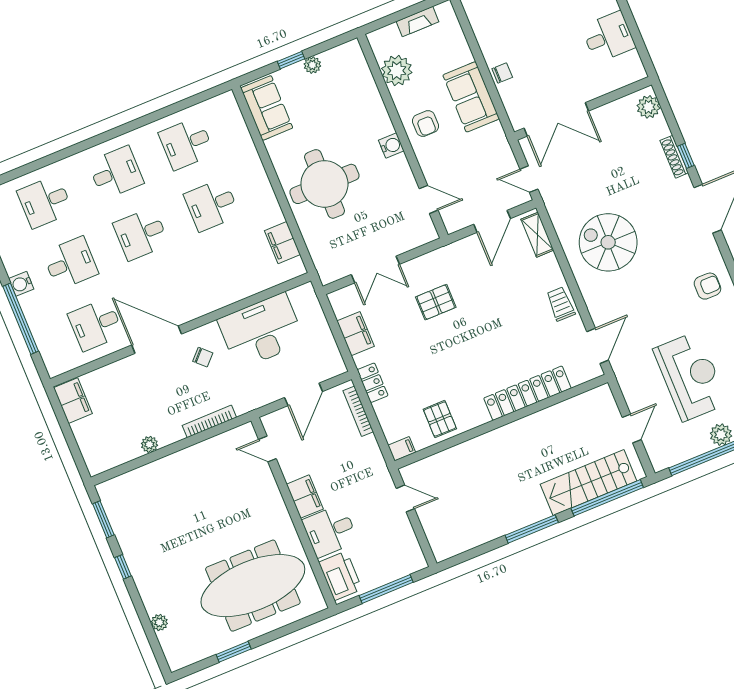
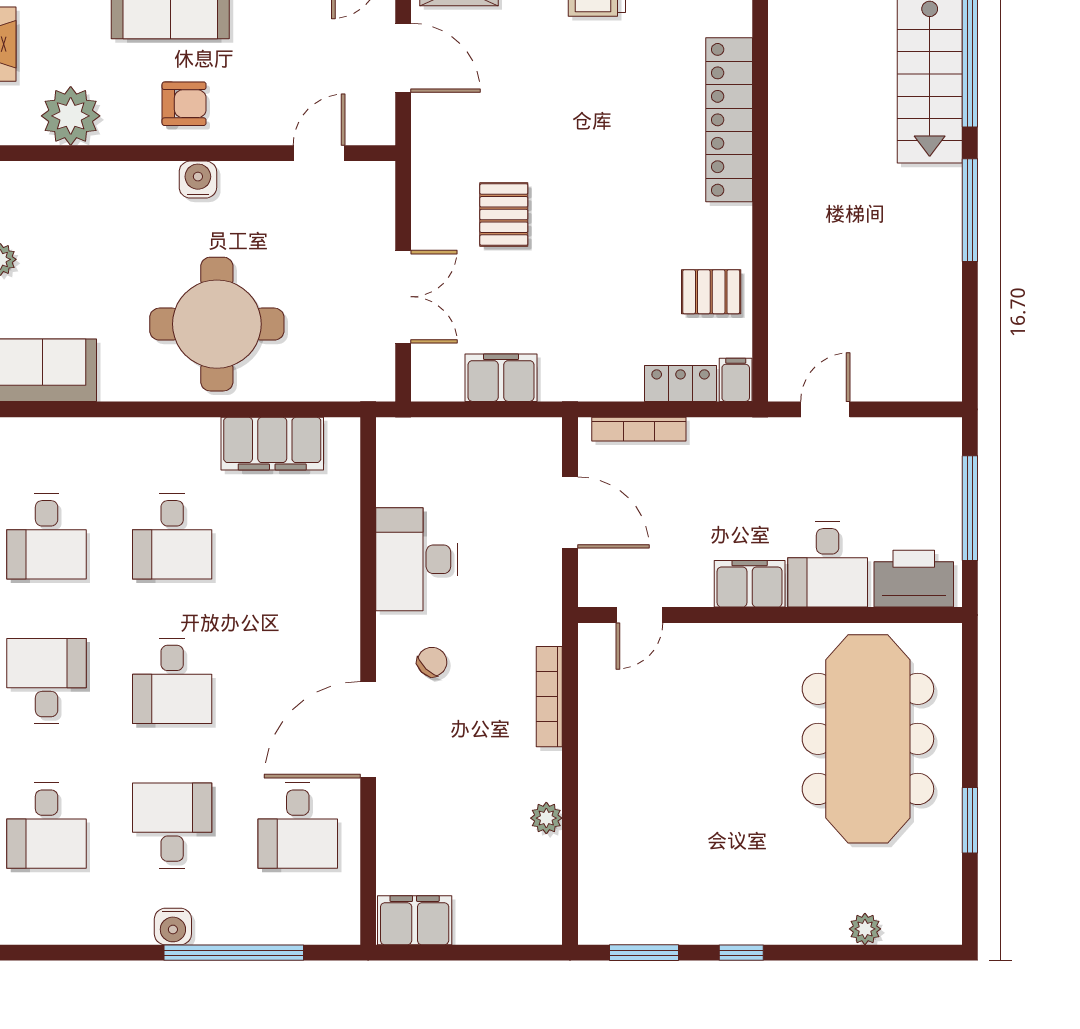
filing cabinet: (282, 243) -> (272, 444), width x1.50, depth x1.17
desk: (261, 331) -> (416, 559), width x0.73, depth x0.77
locker: (372, 383) -> (681, 383), moved

